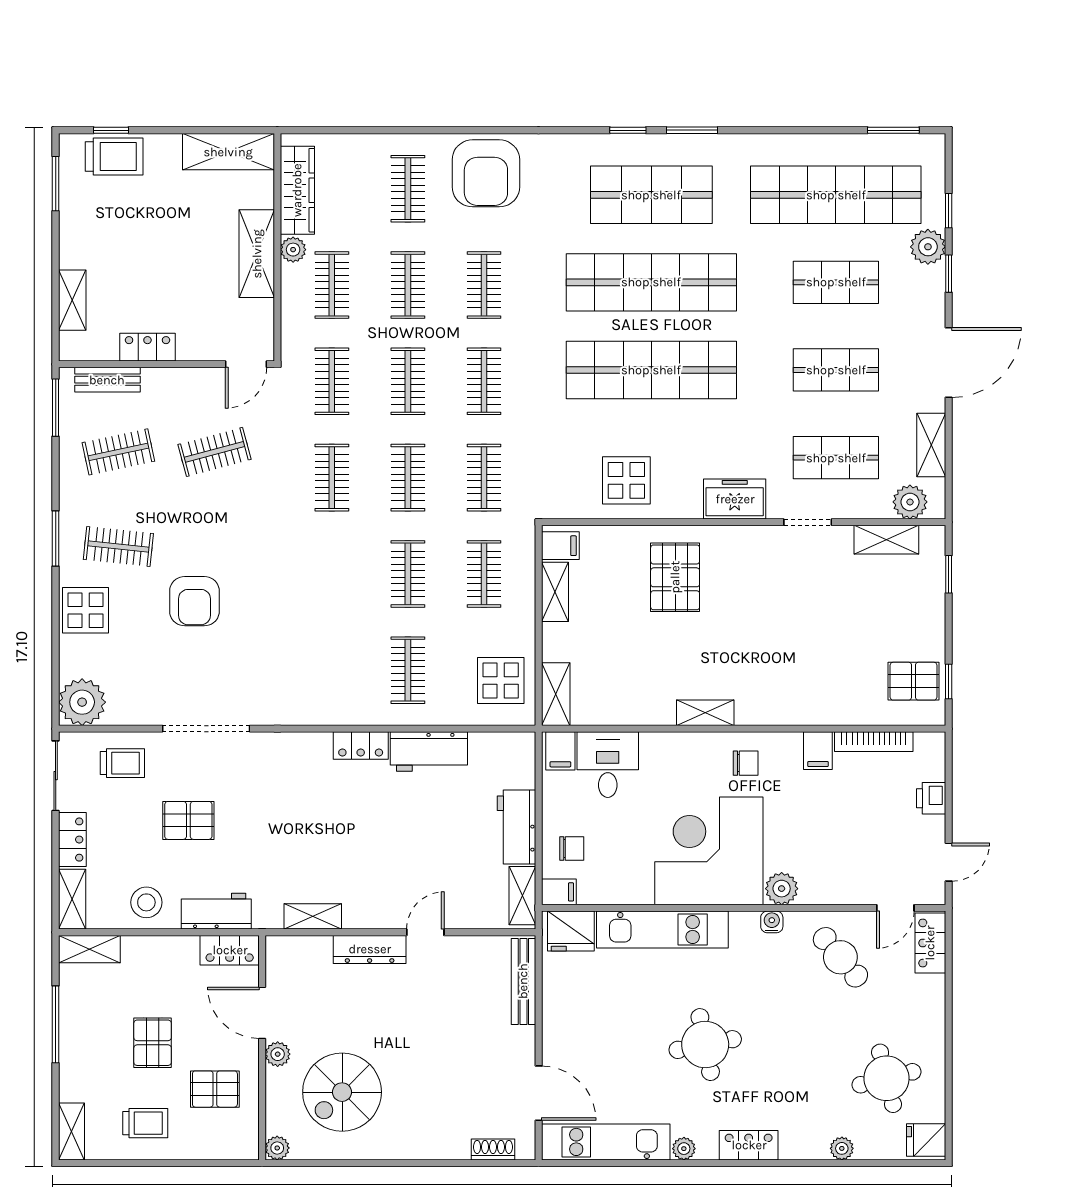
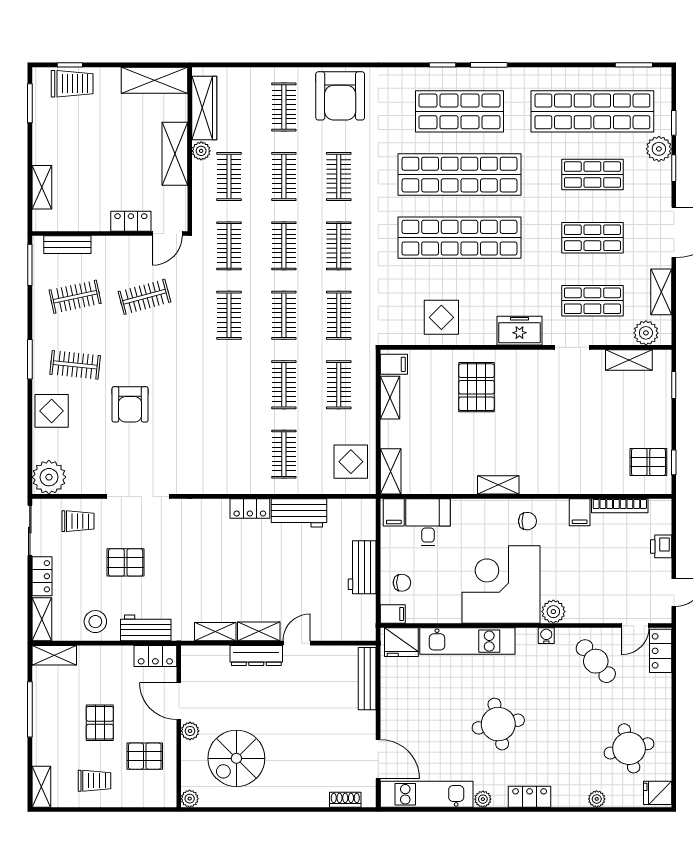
locker: (147, 347) -> (131, 221), moved
shelving: (522, 896) -> (259, 631), moved, turned 90

